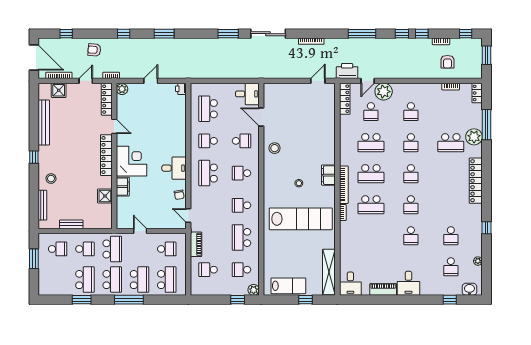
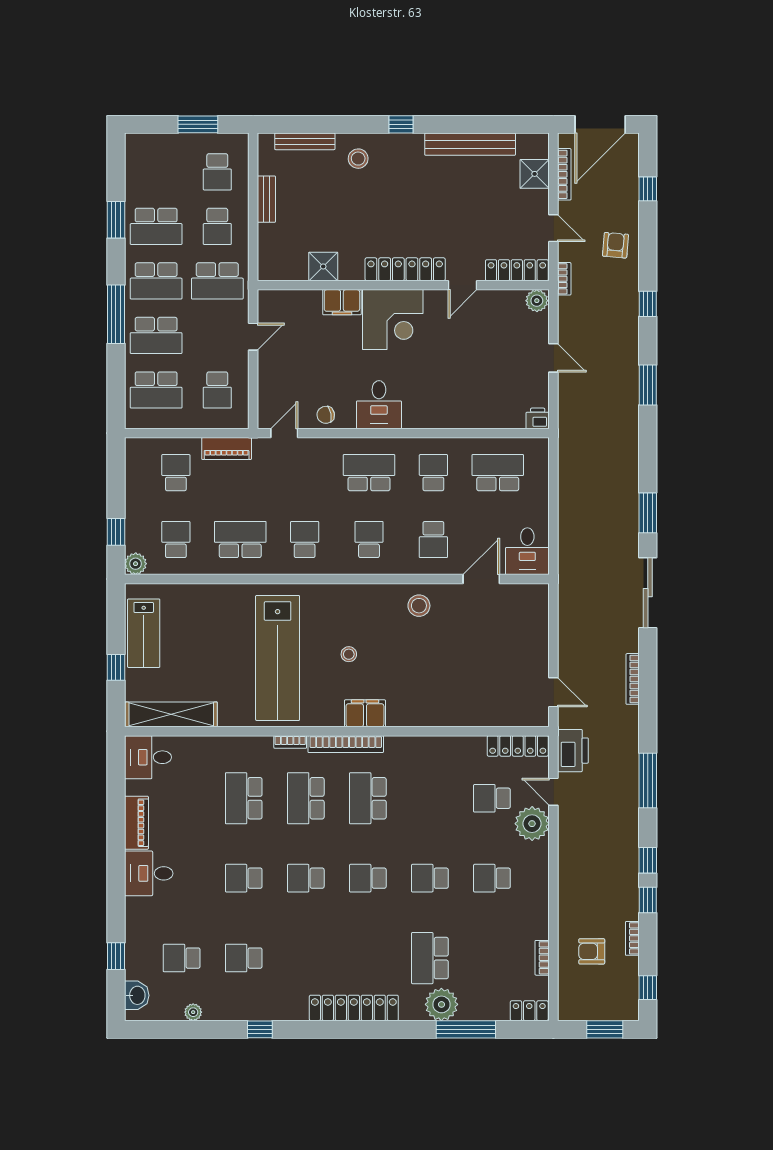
school desk: (371, 143) -> (244, 798), moved

